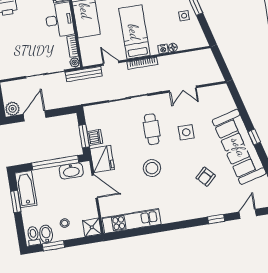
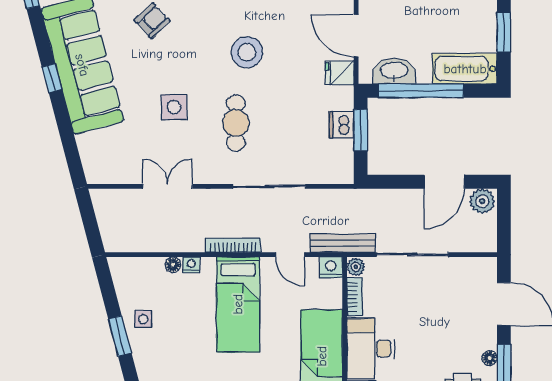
nightstand: (88, 60) -> (331, 267), added
fridge: (102, 159) -> (339, 73), width x0.53, depth x0.75
bathtub: (26, 189) -> (465, 69), moved, turned 90

